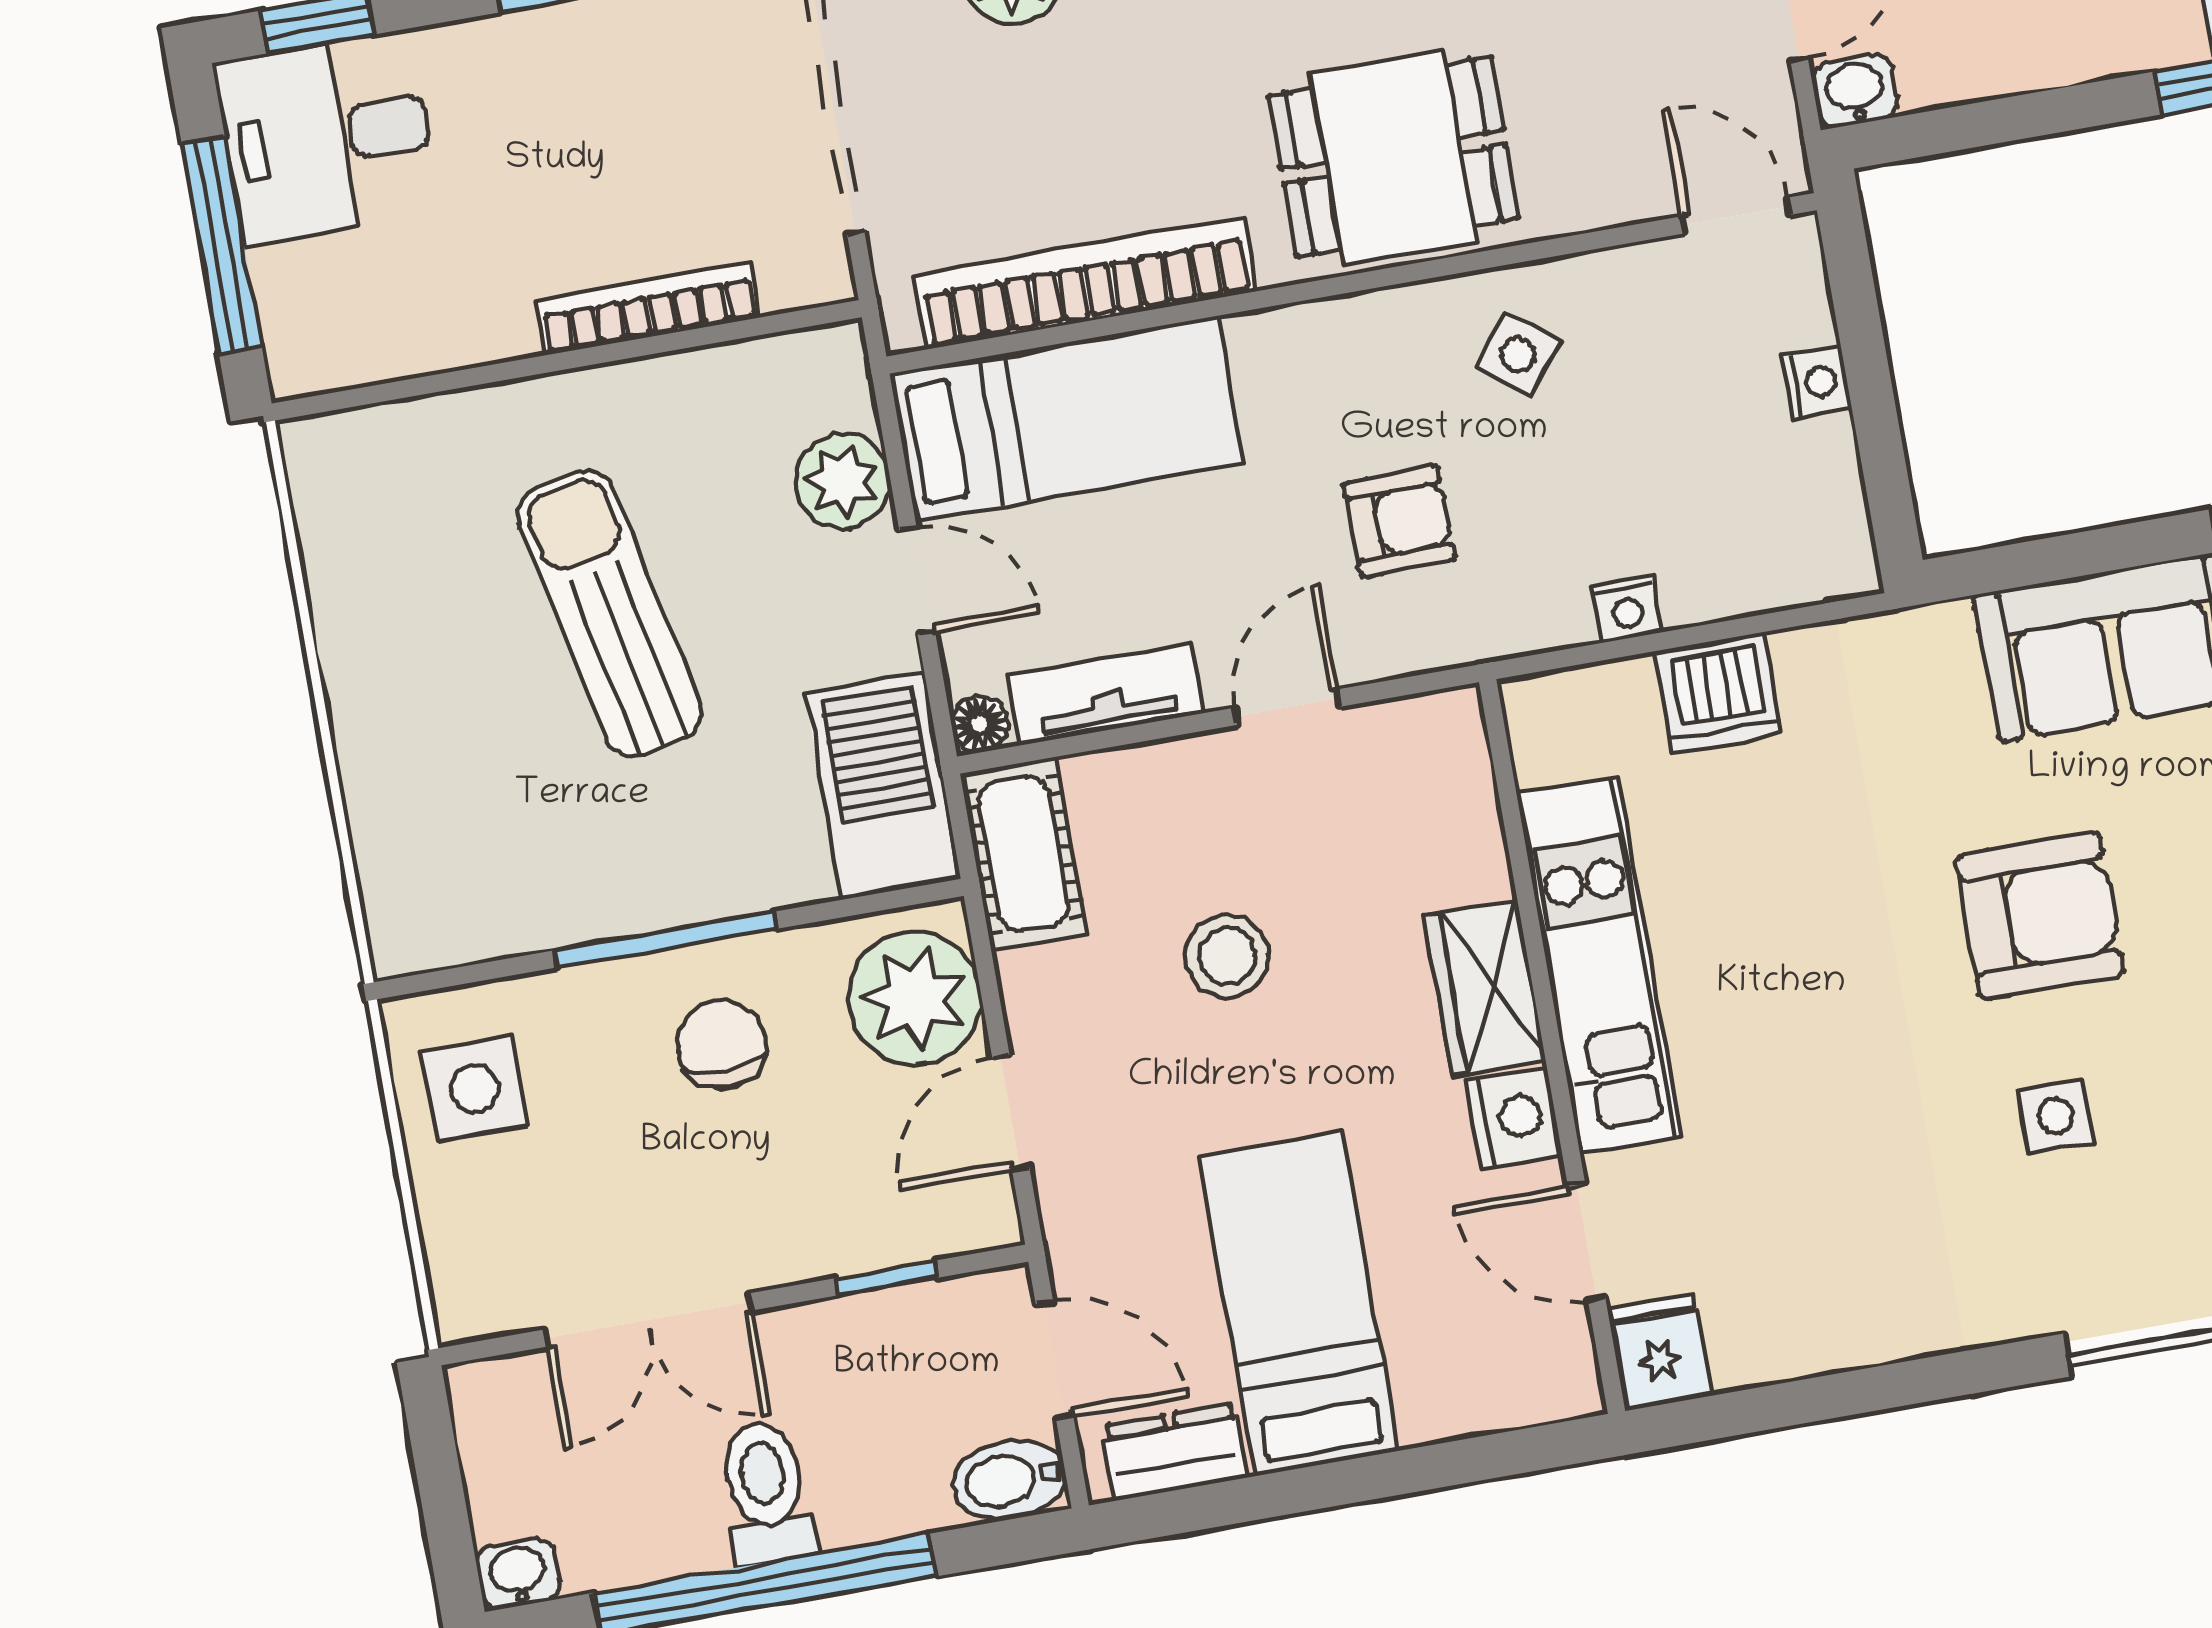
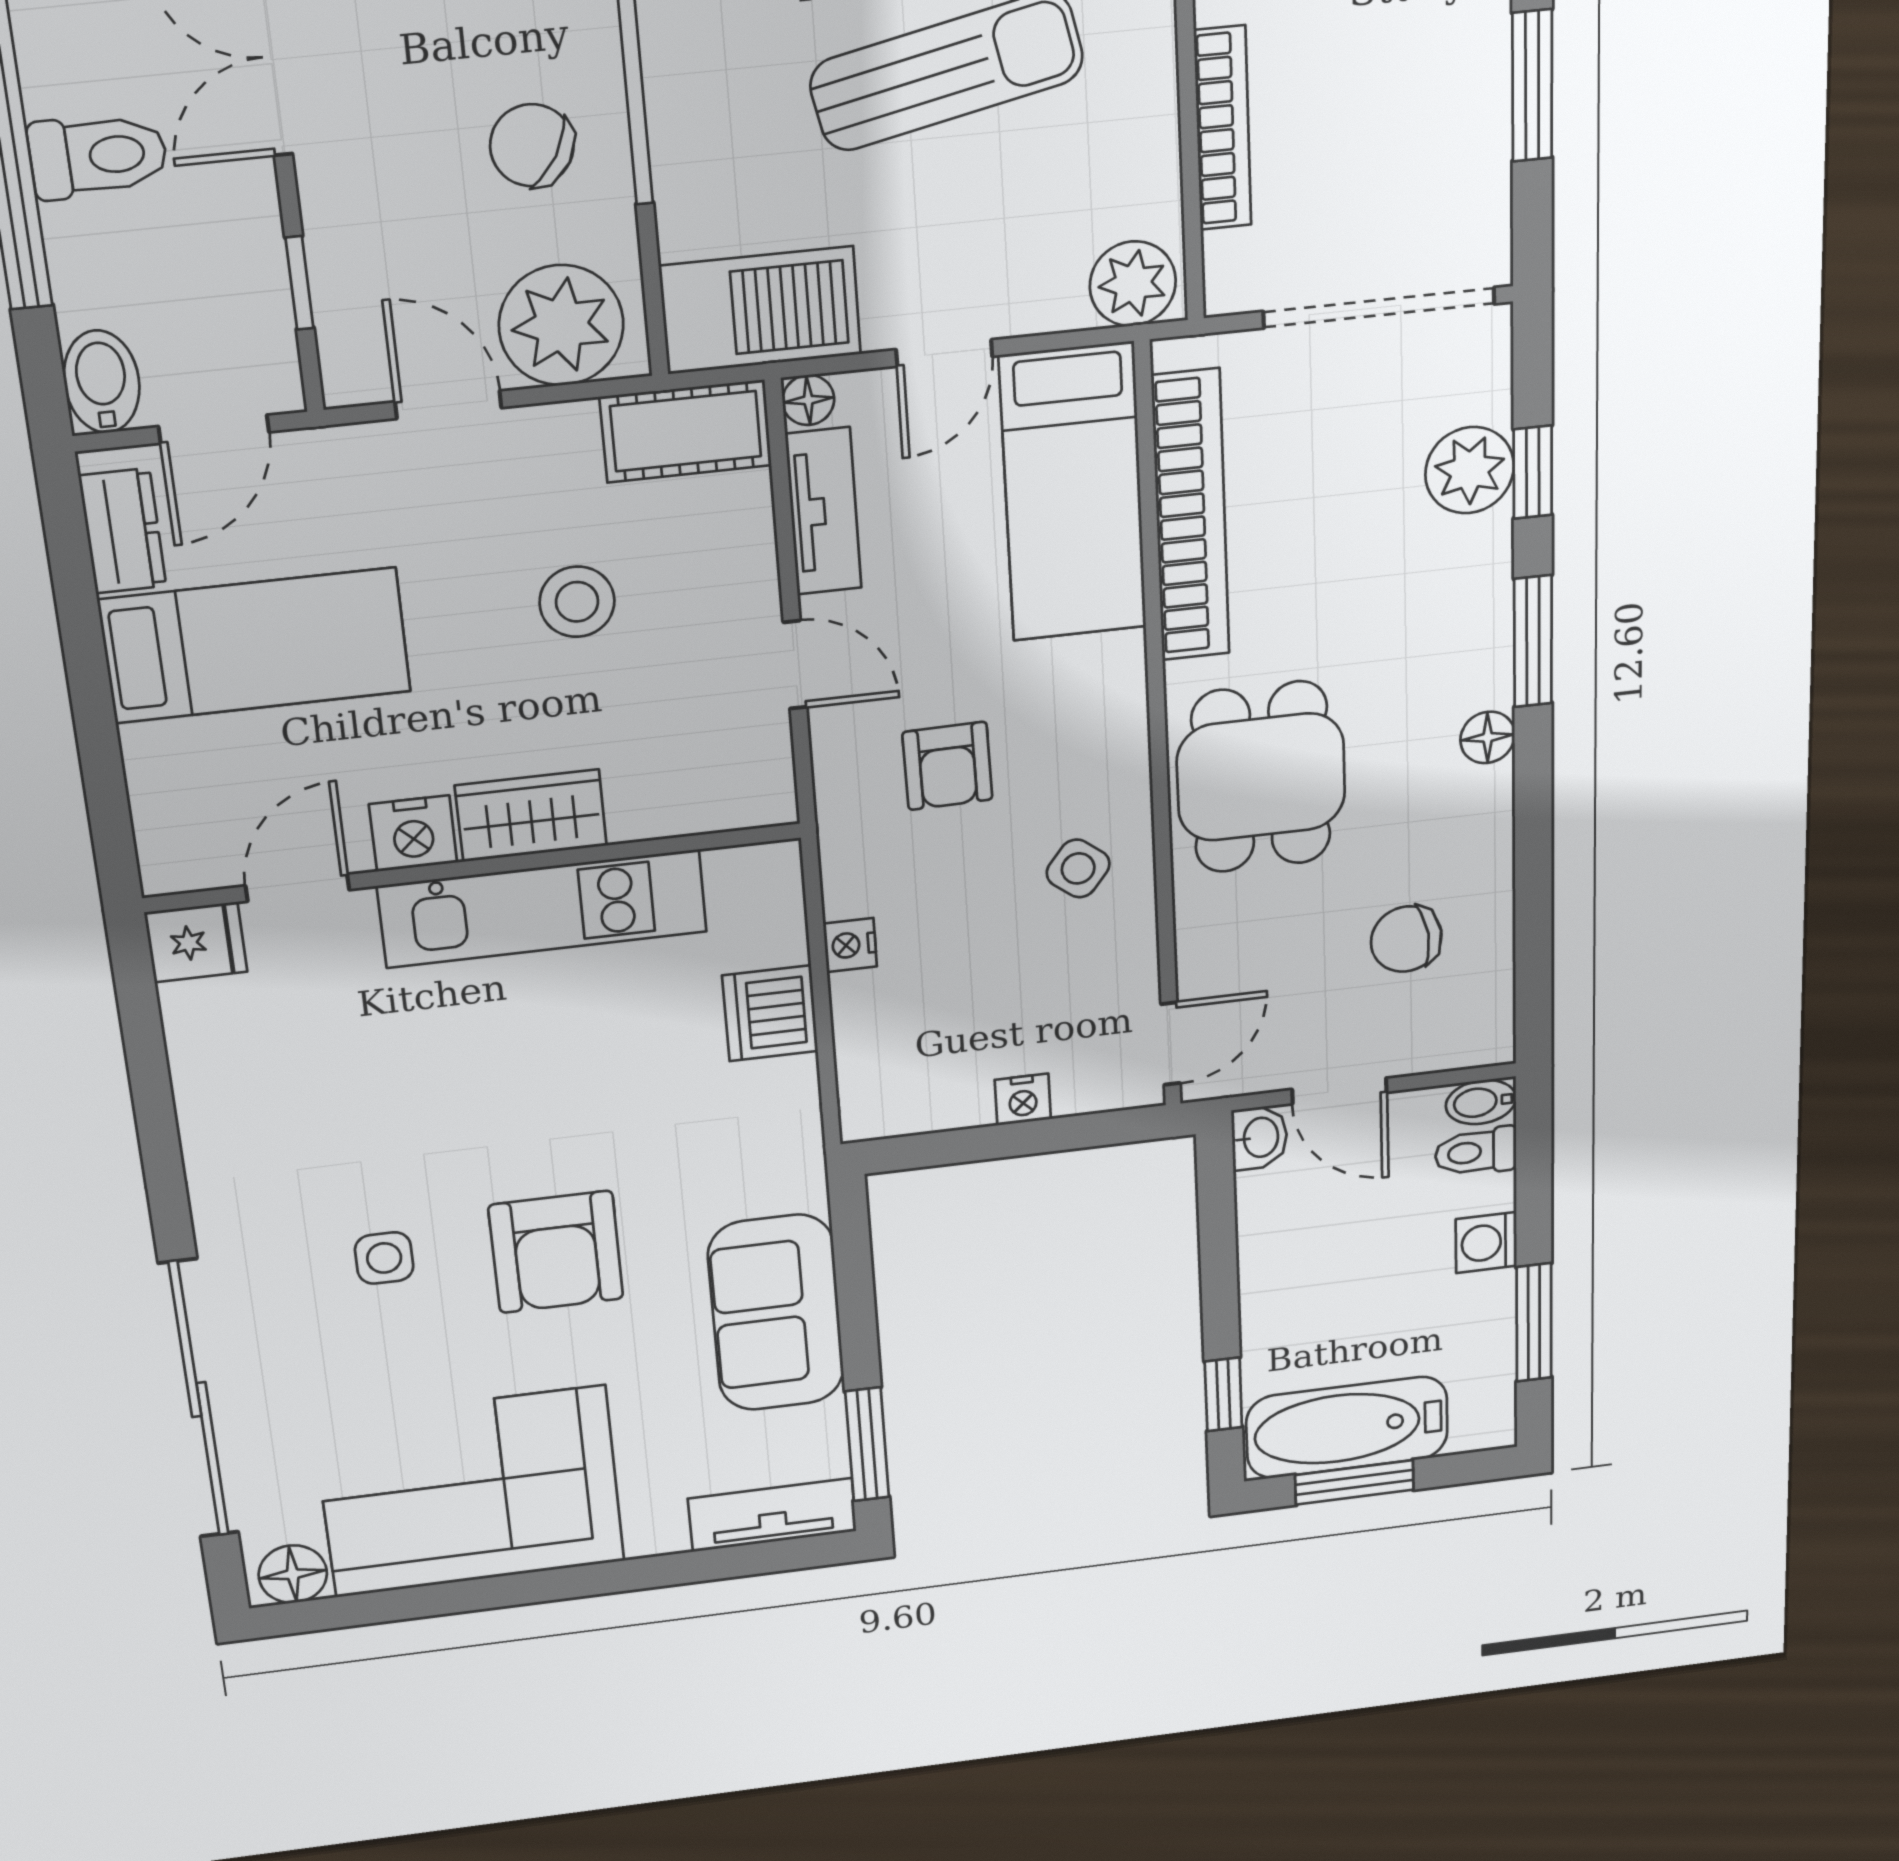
plant: (843, 481) -> (1133, 284), moved
chair: (721, 1044) -> (532, 145), turned -150

